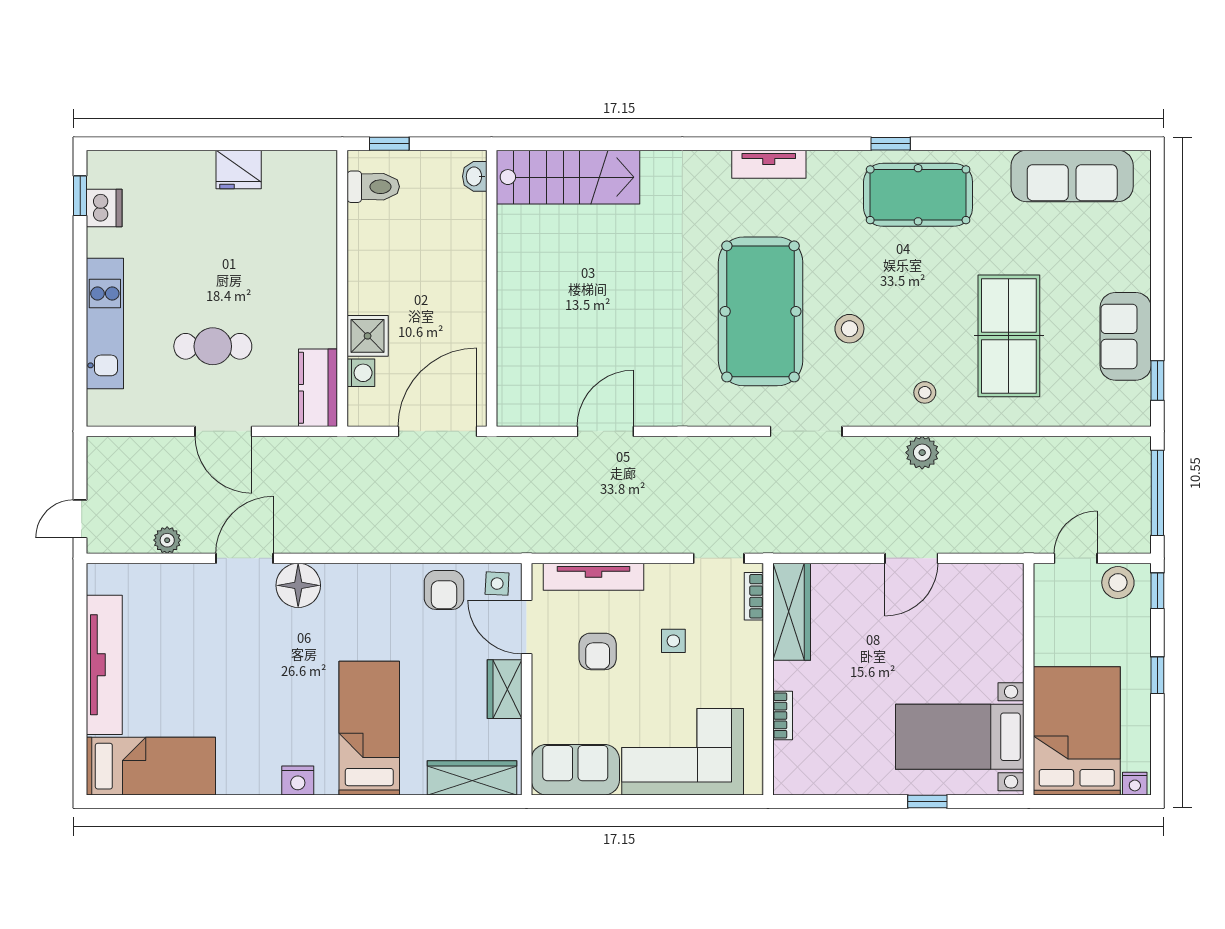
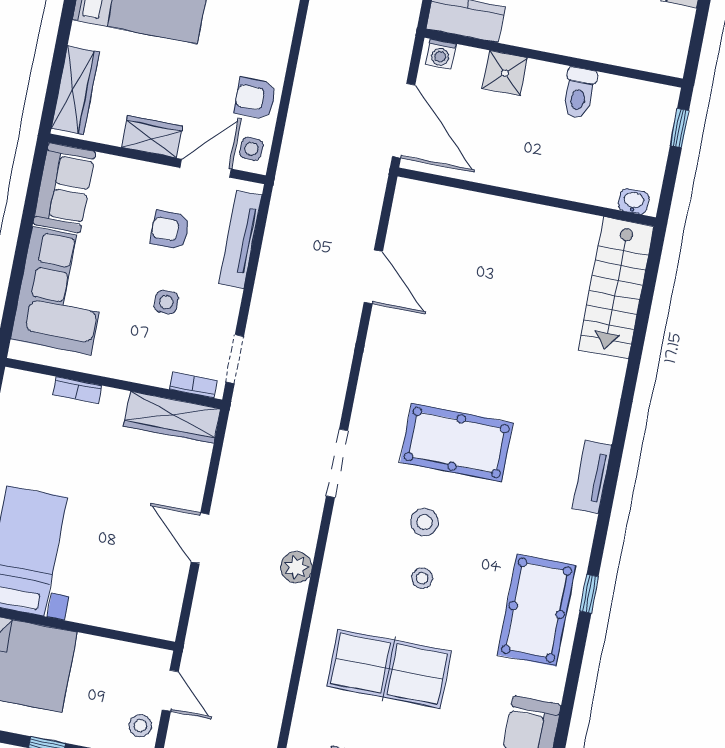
toilet: (373, 187) -> (579, 93), moved
pool table: (761, 311) -> (457, 443), width x0.73, depth x0.76
washing machine: (361, 373) -> (441, 54), moved
stool: (925, 392) -> (422, 578), moved
stool: (1118, 583) -> (140, 726), width x0.73, depth x0.73

